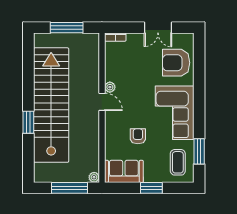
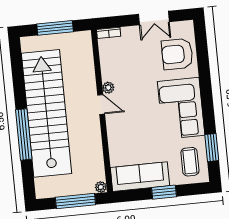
window: (28, 122) -> (24, 134), width x2.11
armchair: (138, 136) -> (144, 138), removed
sofa: (124, 171) -> (140, 177), width x1.36

